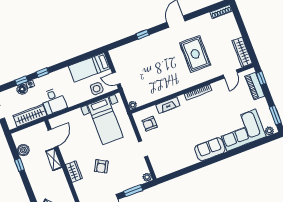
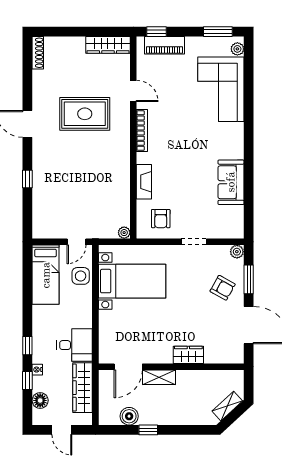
door: (230, 74) -> (133, 91), moved
floor lamp: (22, 89) -> (40, 400), moved
door: (53, 138) -> (128, 367), swing flipped
sofa: (210, 149) -> (231, 182), moved
armchair: (101, 166) -> (223, 288), moved

